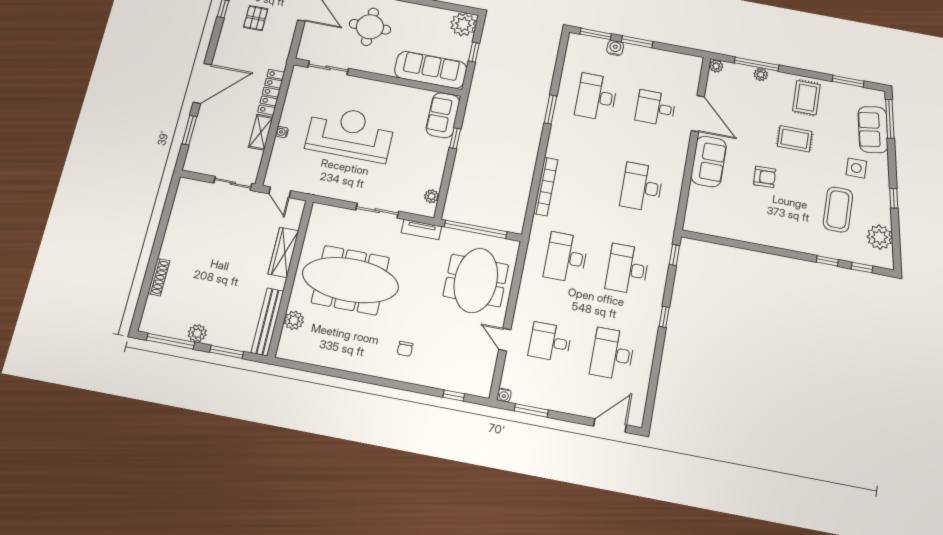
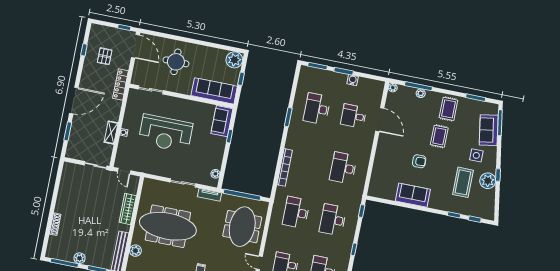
water cooler: (615, 48) -> (353, 80), moved
locker: (271, 92) -> (121, 84), moved
reception desk: (350, 133) -> (165, 133), turned 180
rug: (795, 139) -> (439, 136), turned 90
sofa: (709, 161) -> (413, 195), moved, turned -90
plant: (880, 237) -> (488, 181), moved

